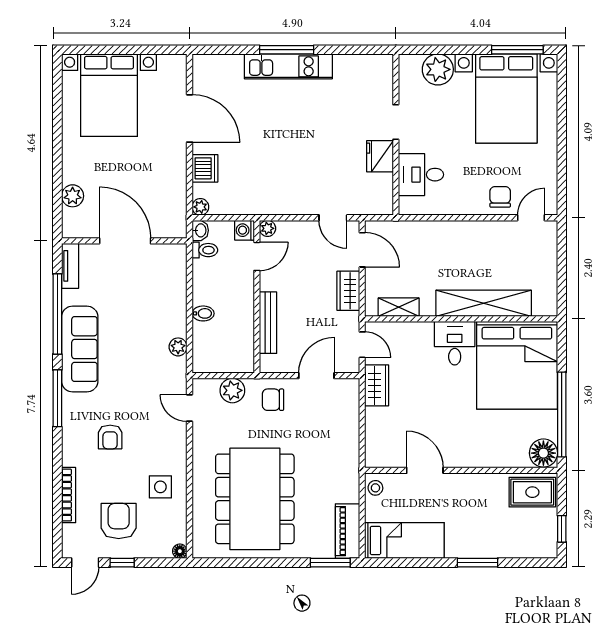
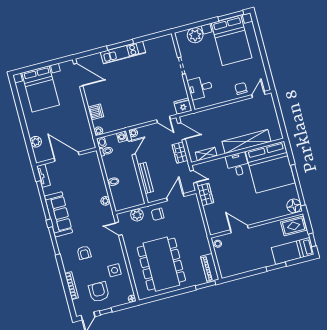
door: (190, 118) -> (78, 75), moved
fridge: (380, 156) -> (183, 106), moved, turned 90
bed: (404, 540) -> (293, 251), moved, turned 180

